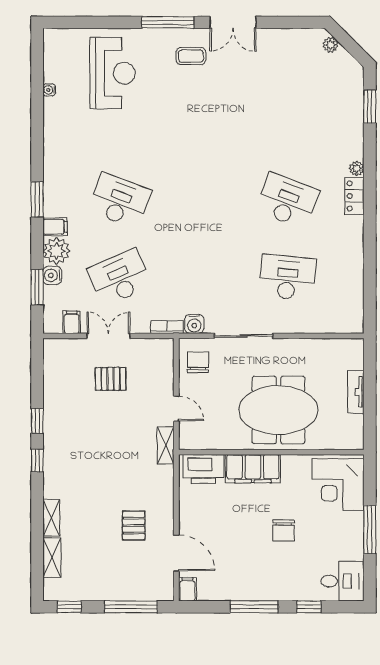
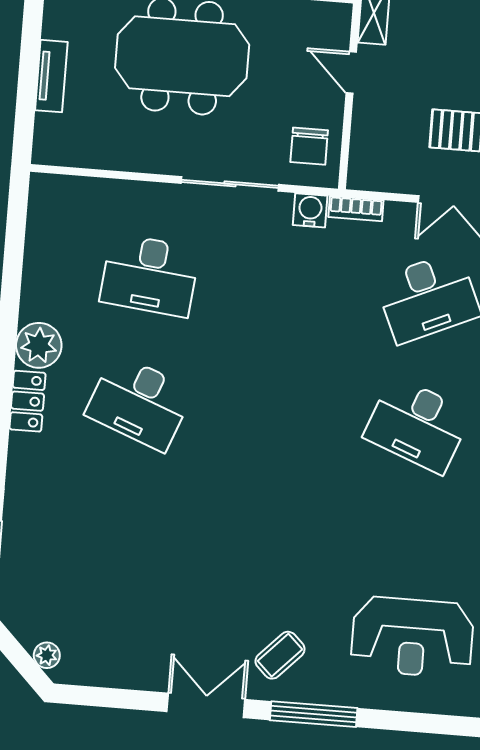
coffee table: (191, 56) -> (280, 655), turned -46
reception desk: (113, 73) -> (412, 637), turned -90
plant: (357, 168) -> (39, 345), moved, width x1.88, depth x1.88

